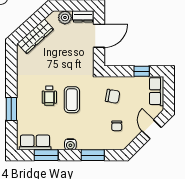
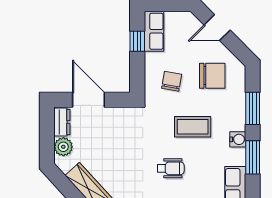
row of seats: (157, 91) -> (154, 31), moved, turned -90
coffee table: (72, 100) -> (193, 127), moved
chair: (117, 126) -> (212, 76), width x1.87, depth x1.87
window: (46, 155) -> (253, 157), moved

